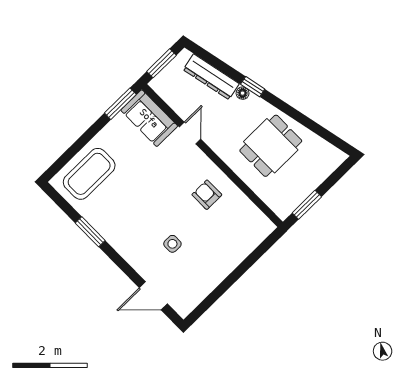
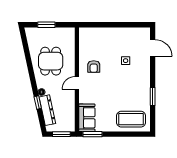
window: (253, 87) -> (38, 103), moved
door: (190, 133) -> (77, 83), moved
dining table: (271, 146) -> (51, 61), turned 90
window: (307, 205) -> (46, 25), moved

